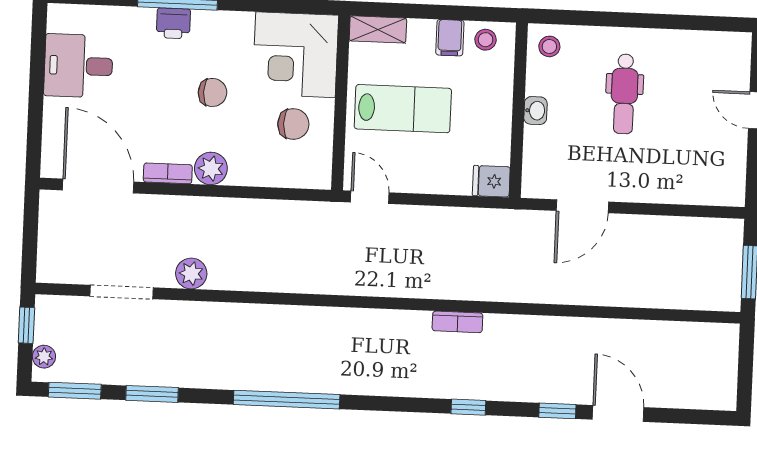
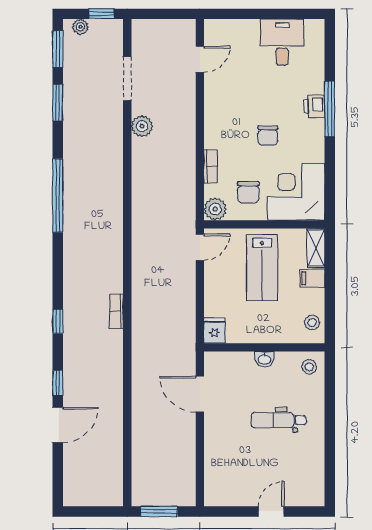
filing cabinet: (450, 38) -> (312, 278), moved
plant: (211, 168) -> (215, 209), moved
bookcase: (168, 173) -> (211, 166), moved
door: (98, 186) -> (200, 59), width x0.53

